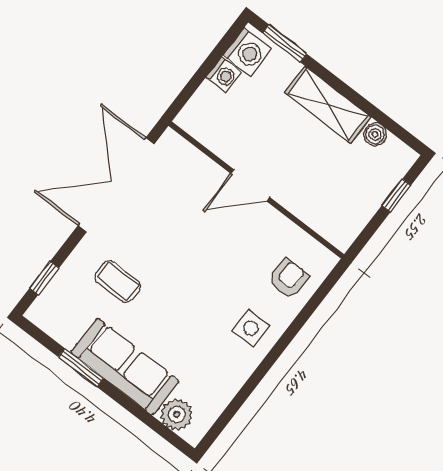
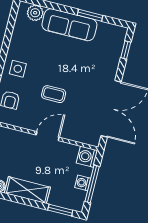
washing machine: (247, 52) -> (87, 157), moved
window: (208, 66) -> (92, 184), added
coffee table: (118, 281) -> (54, 94), moved

